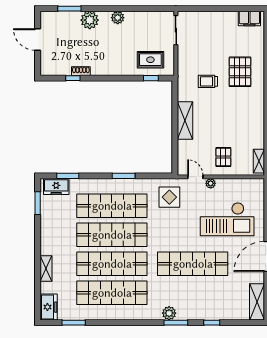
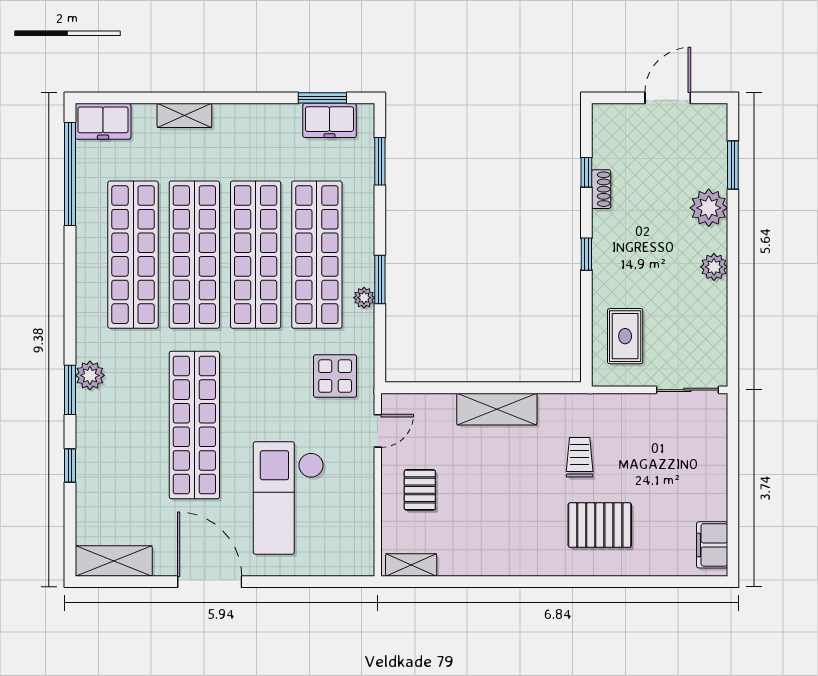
window: (151, 78) -> (586, 254), moved
pallet: (223, 157) -> (420, 490), turned 90
plant: (211, 183) -> (364, 298), moved
freezer: (56, 187) -> (330, 120), moved, turned -90
window: (74, 323) -> (70, 174), width x2.11

